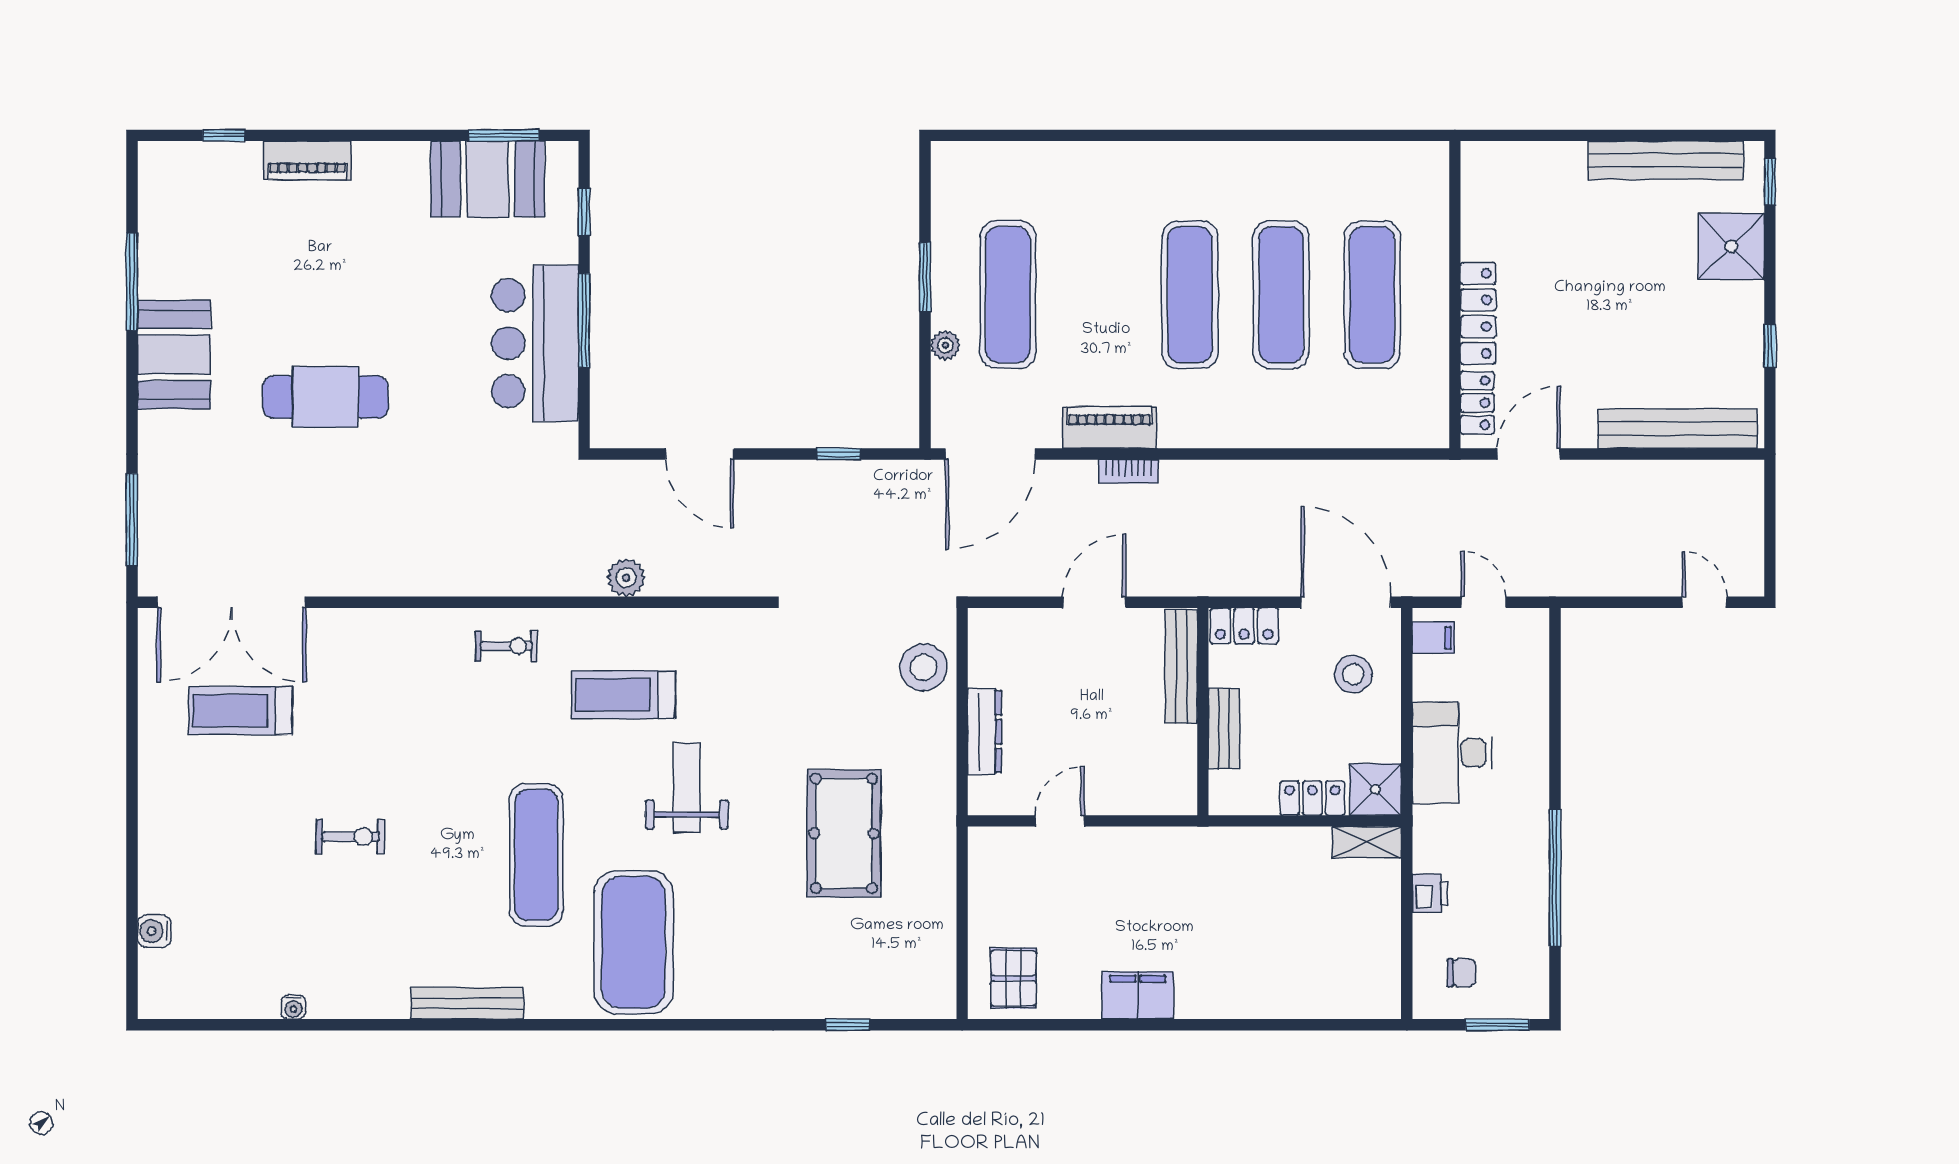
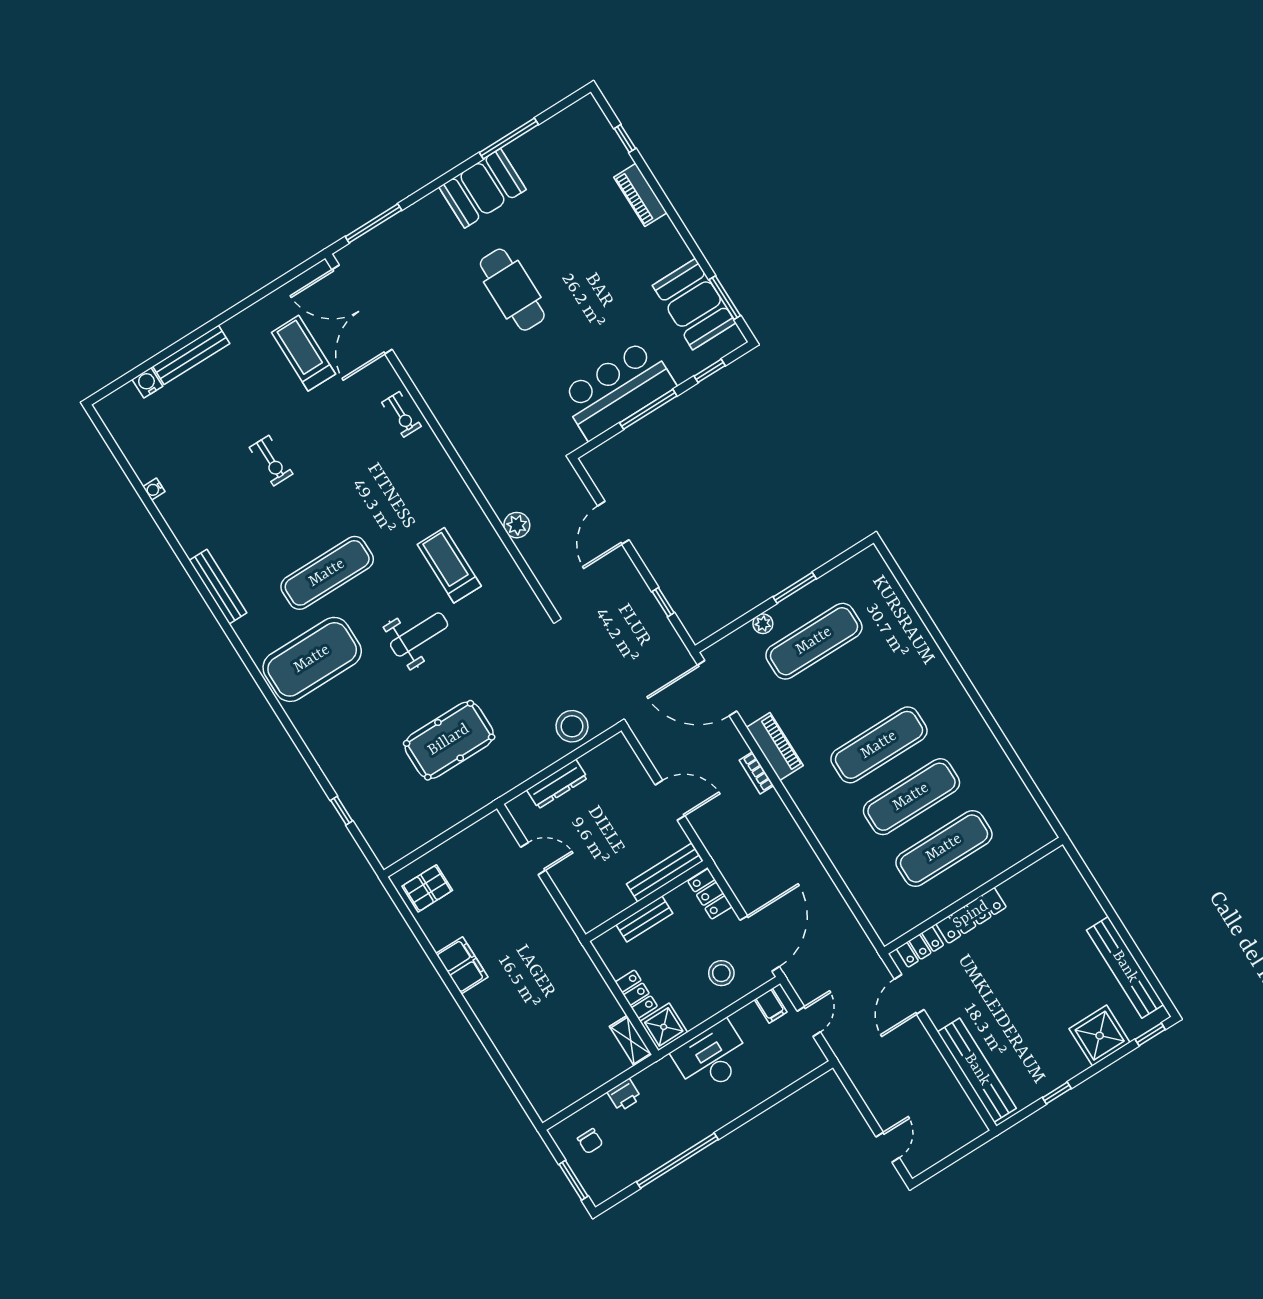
door: (1529, 454) -> (909, 994), swing flipped
exercise bike: (506, 646) -> (401, 414), moved
bench: (154, 854) -> (191, 355), added

